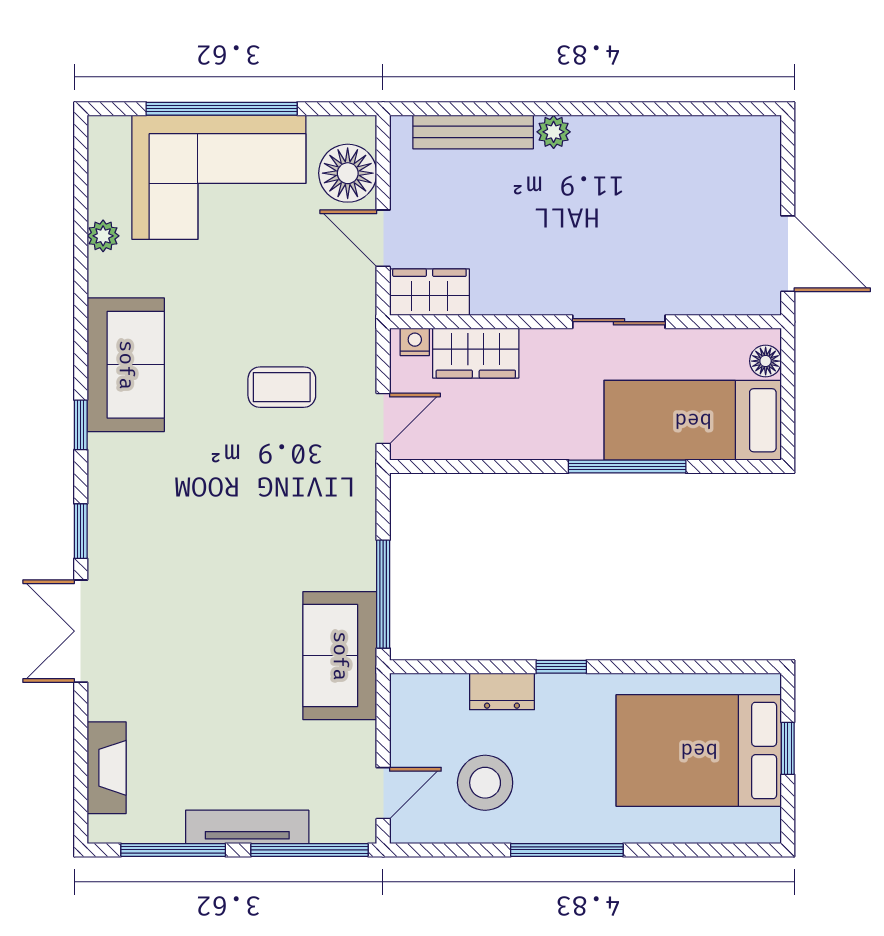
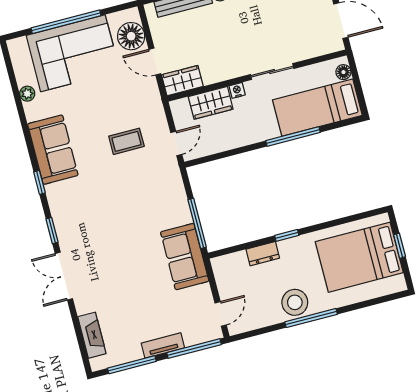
nightstand: (415, 342) -> (237, 90), moved
stool: (485, 783) -> (295, 302), moved
tv unit: (247, 827) -> (163, 345), width x0.71

